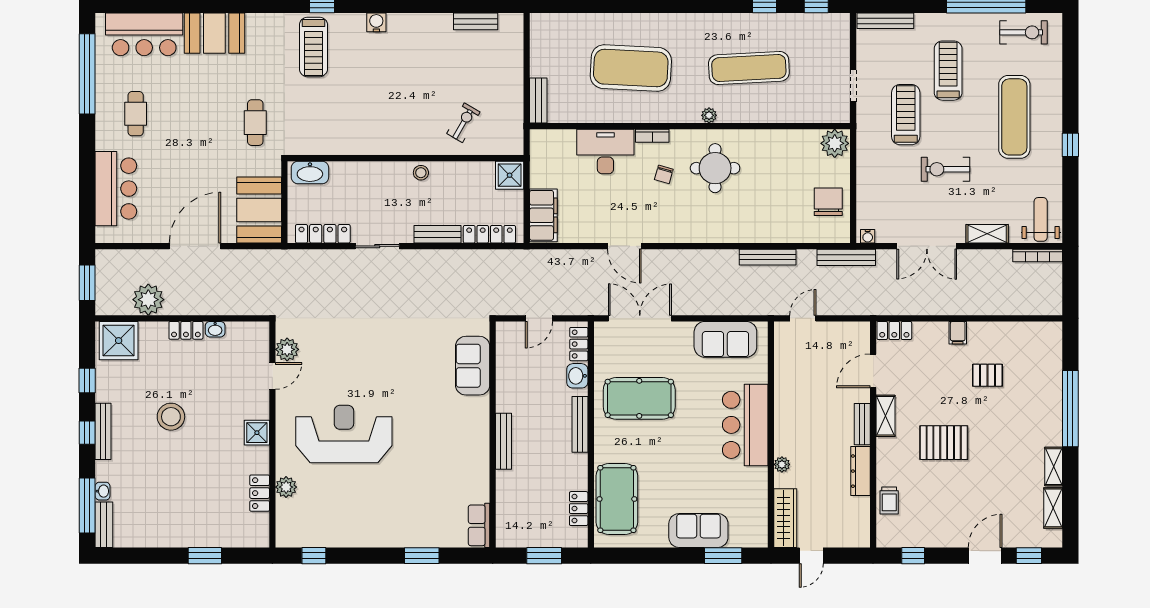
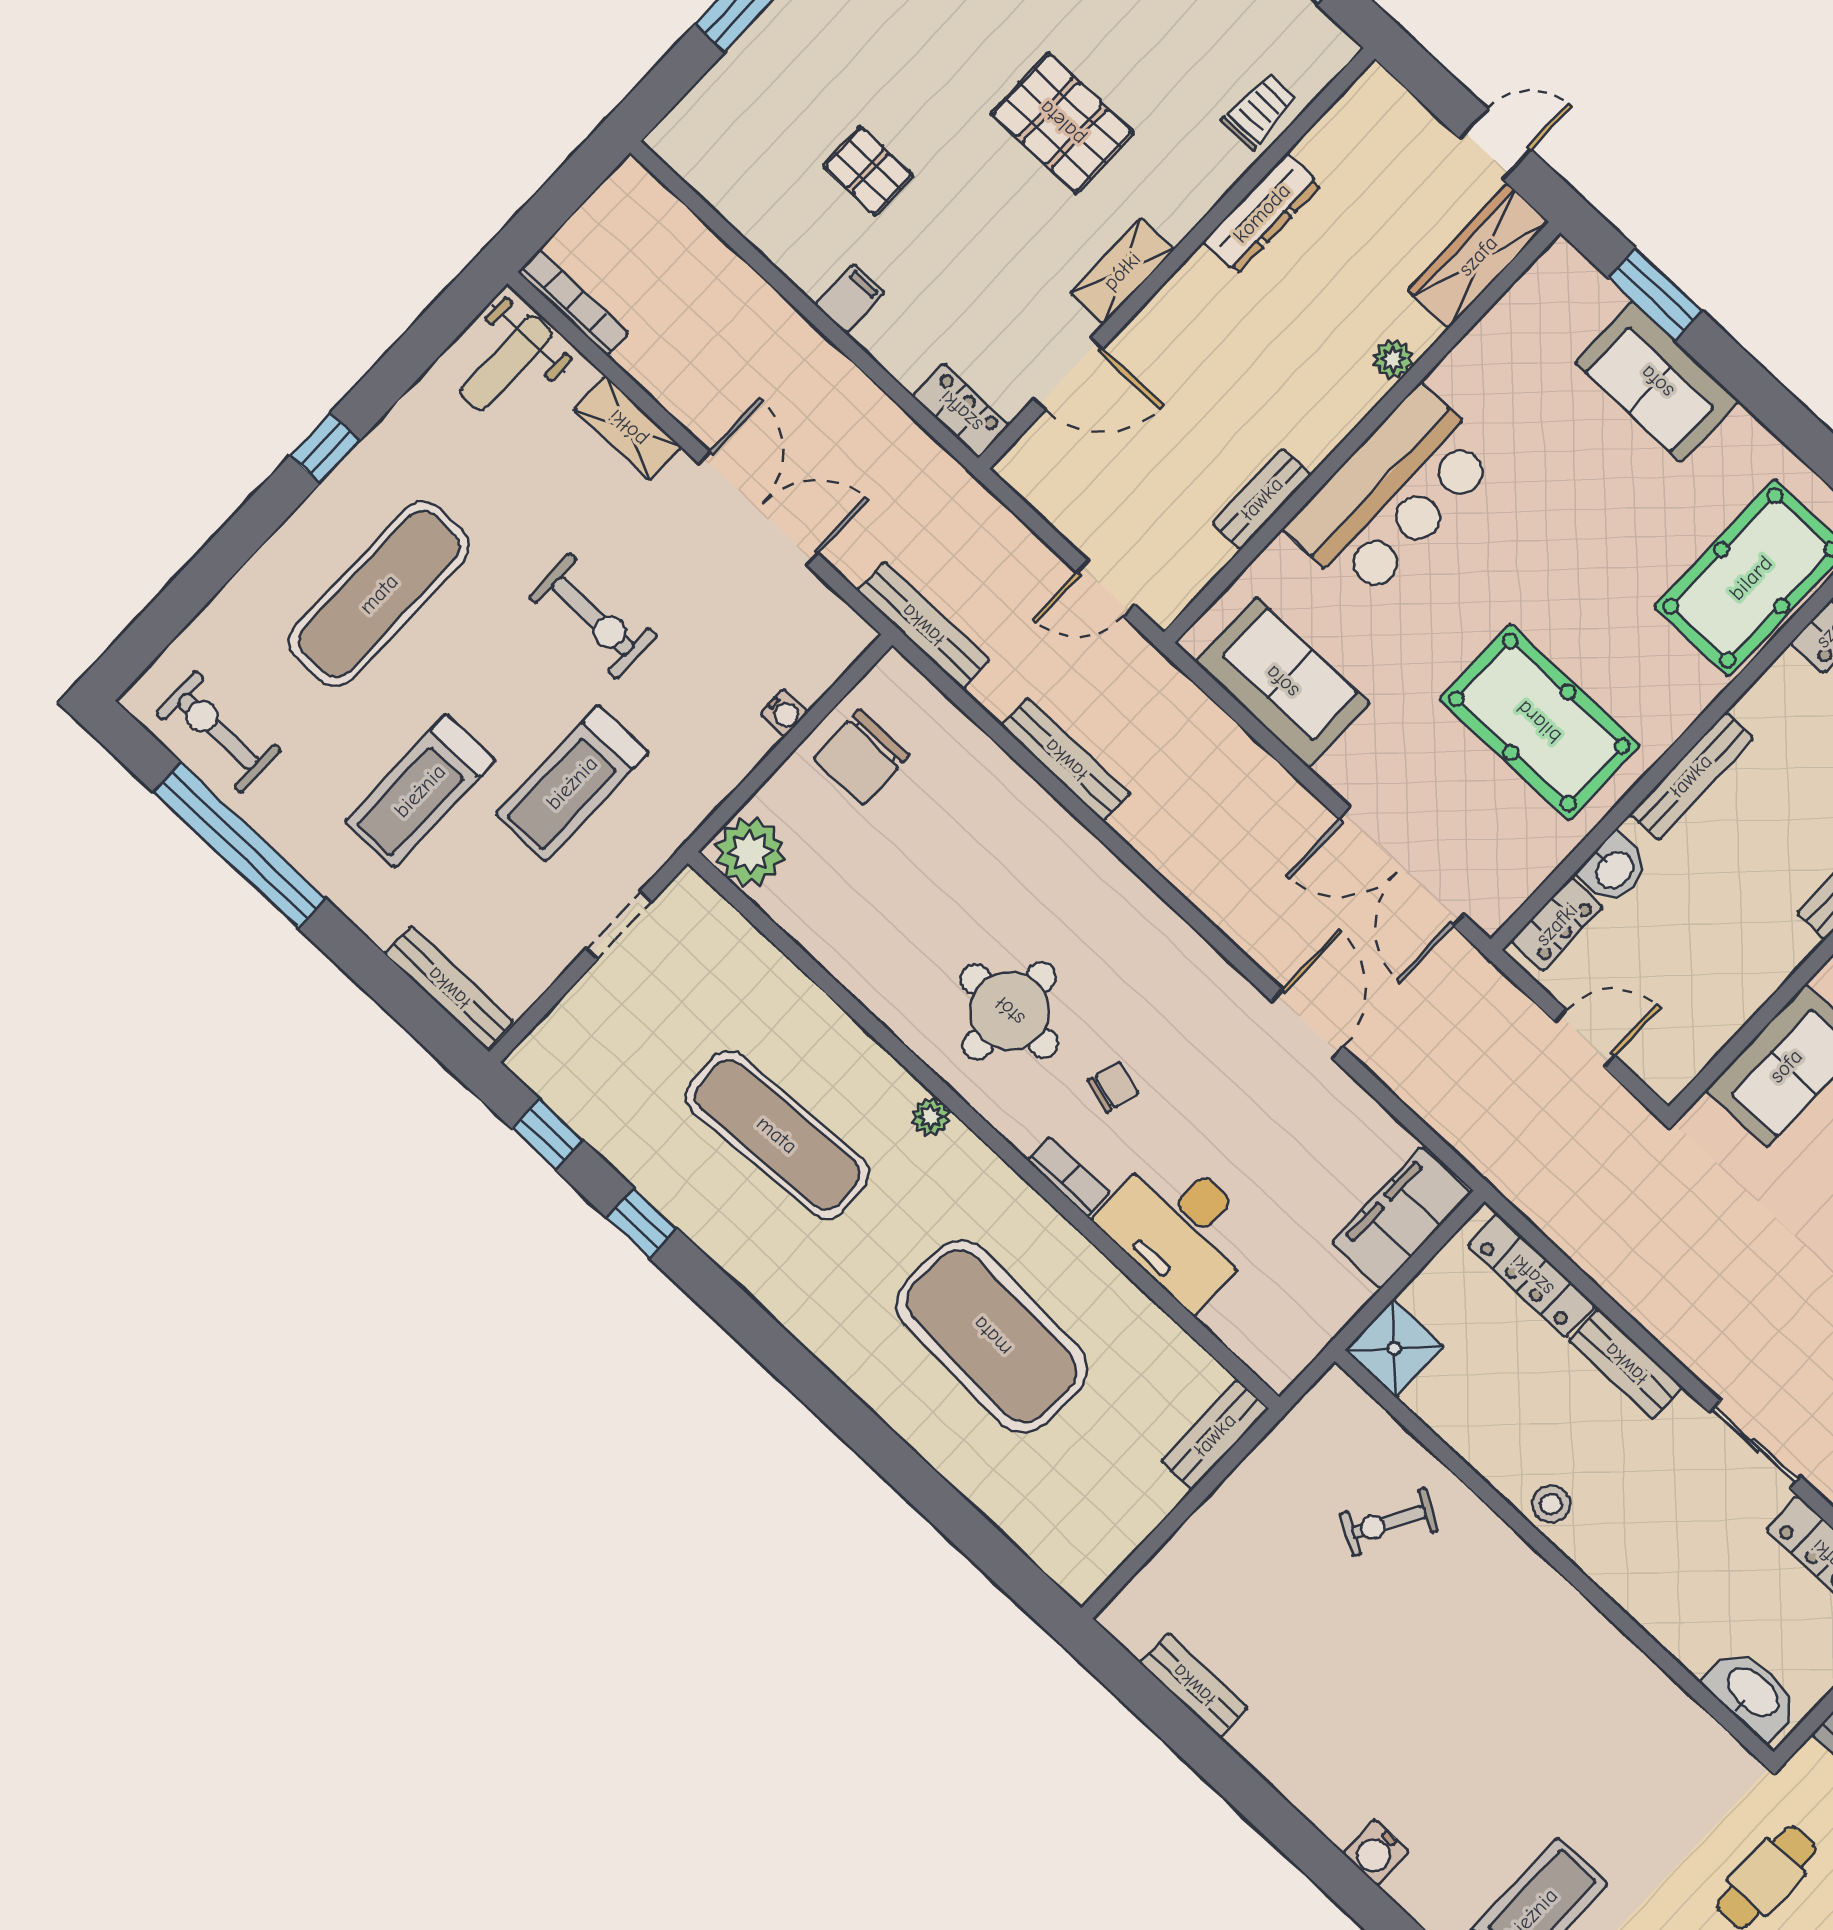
water cooler: (868, 236) -> (784, 713), moved, turned 90
bench: (862, 424) -> (1262, 499), moved

